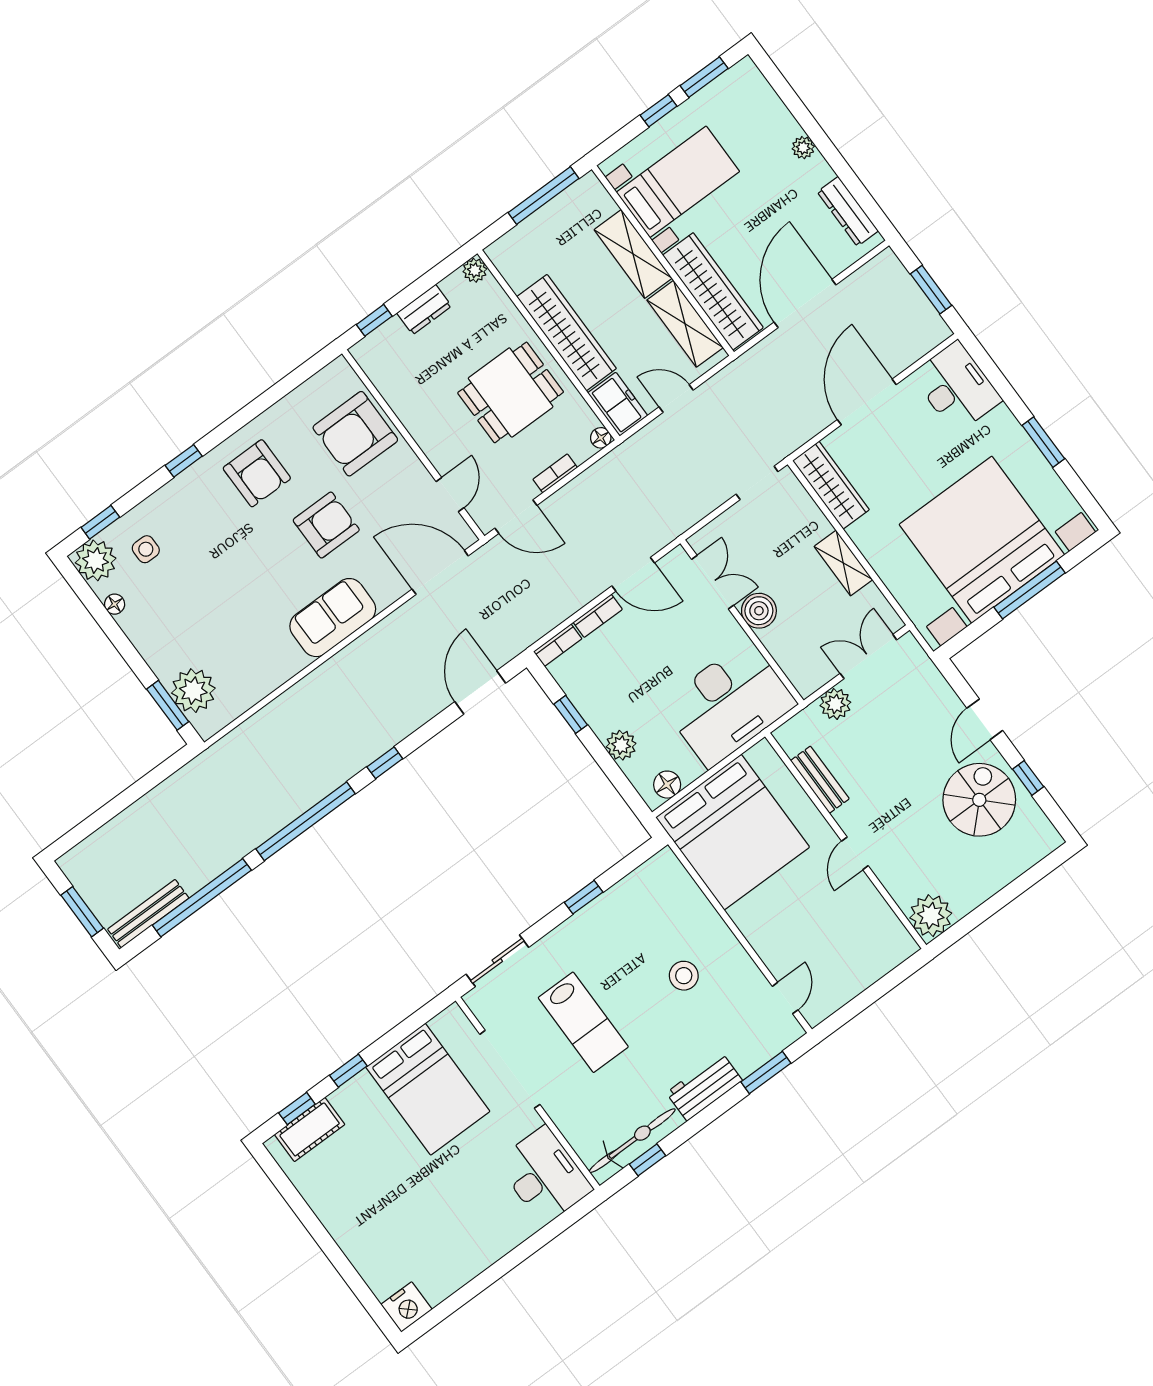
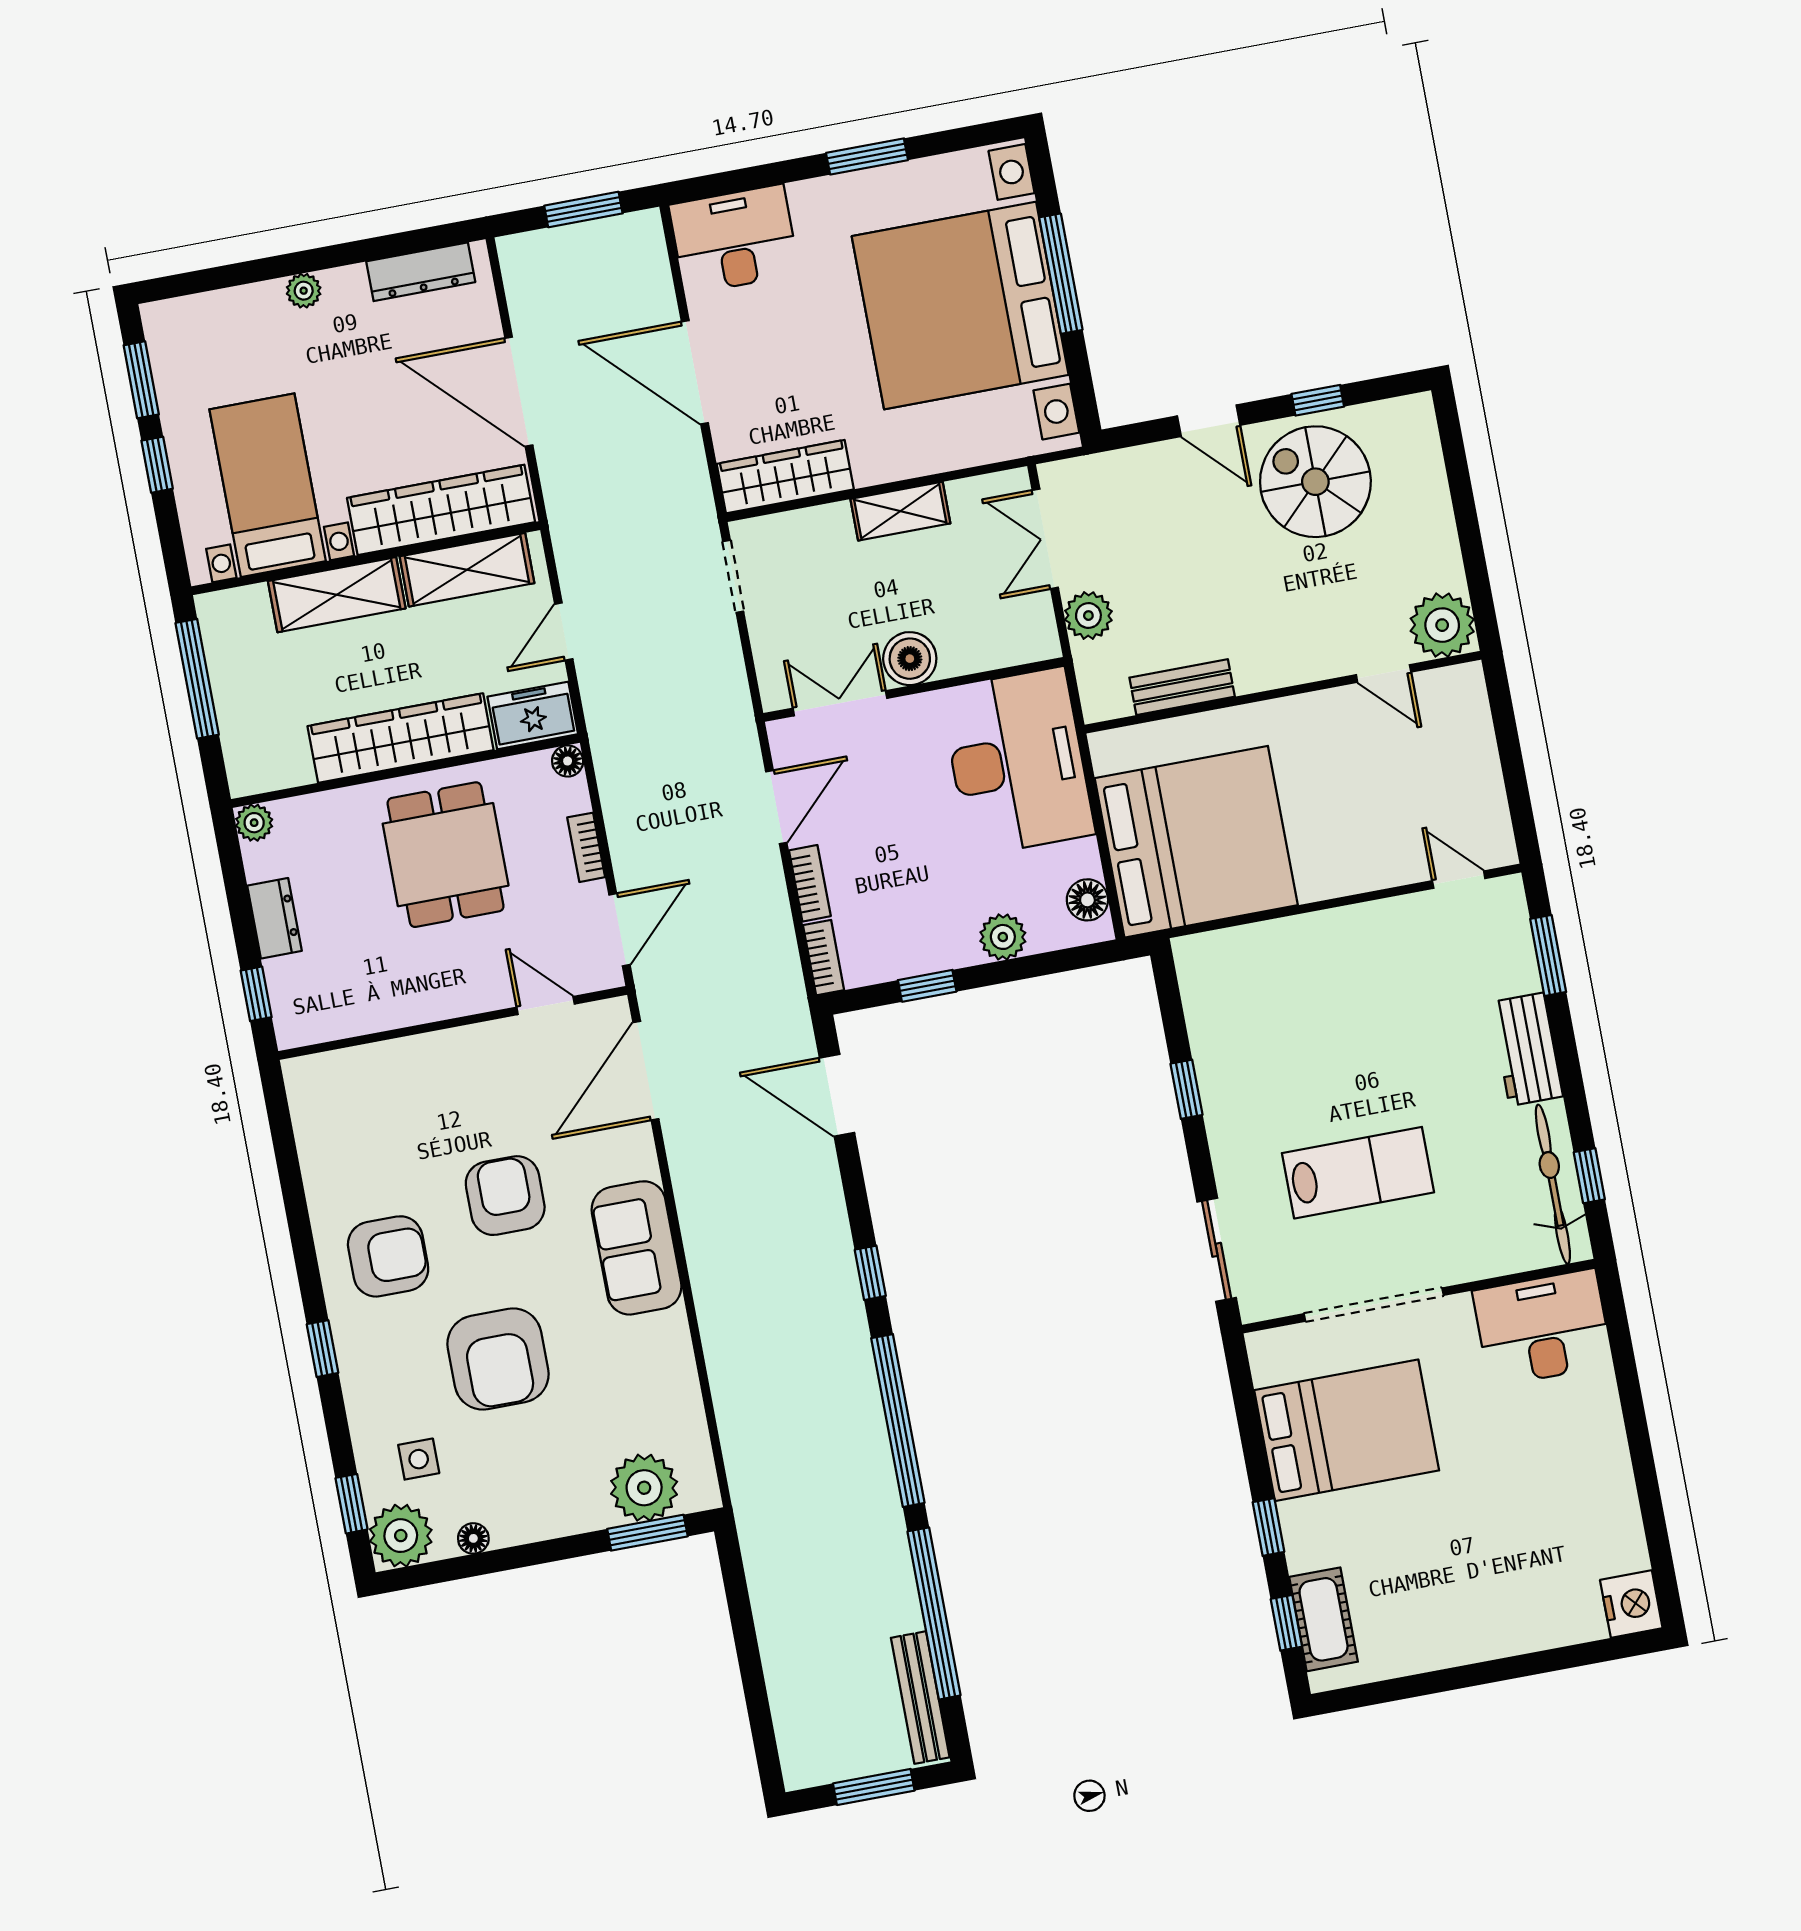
armchair: (355, 434) -> (498, 1359), moved
door: (855, 853) -> (1384, 673), moved
stool: (684, 976) -> (1361, 1004), removed

